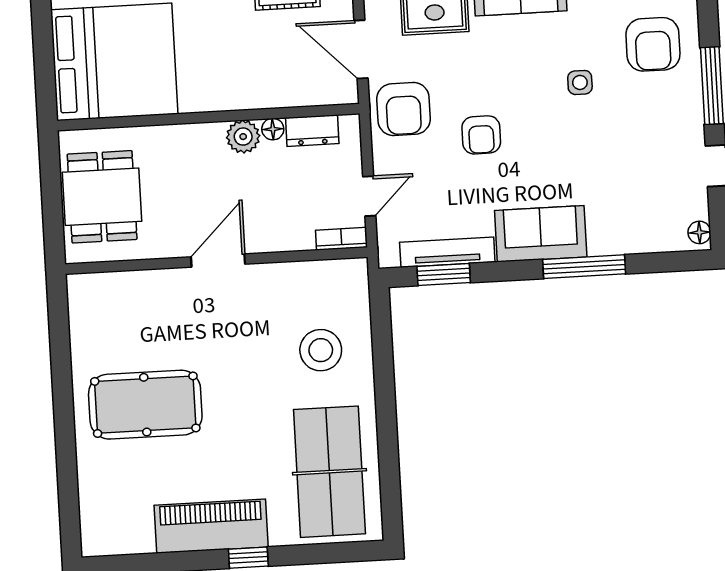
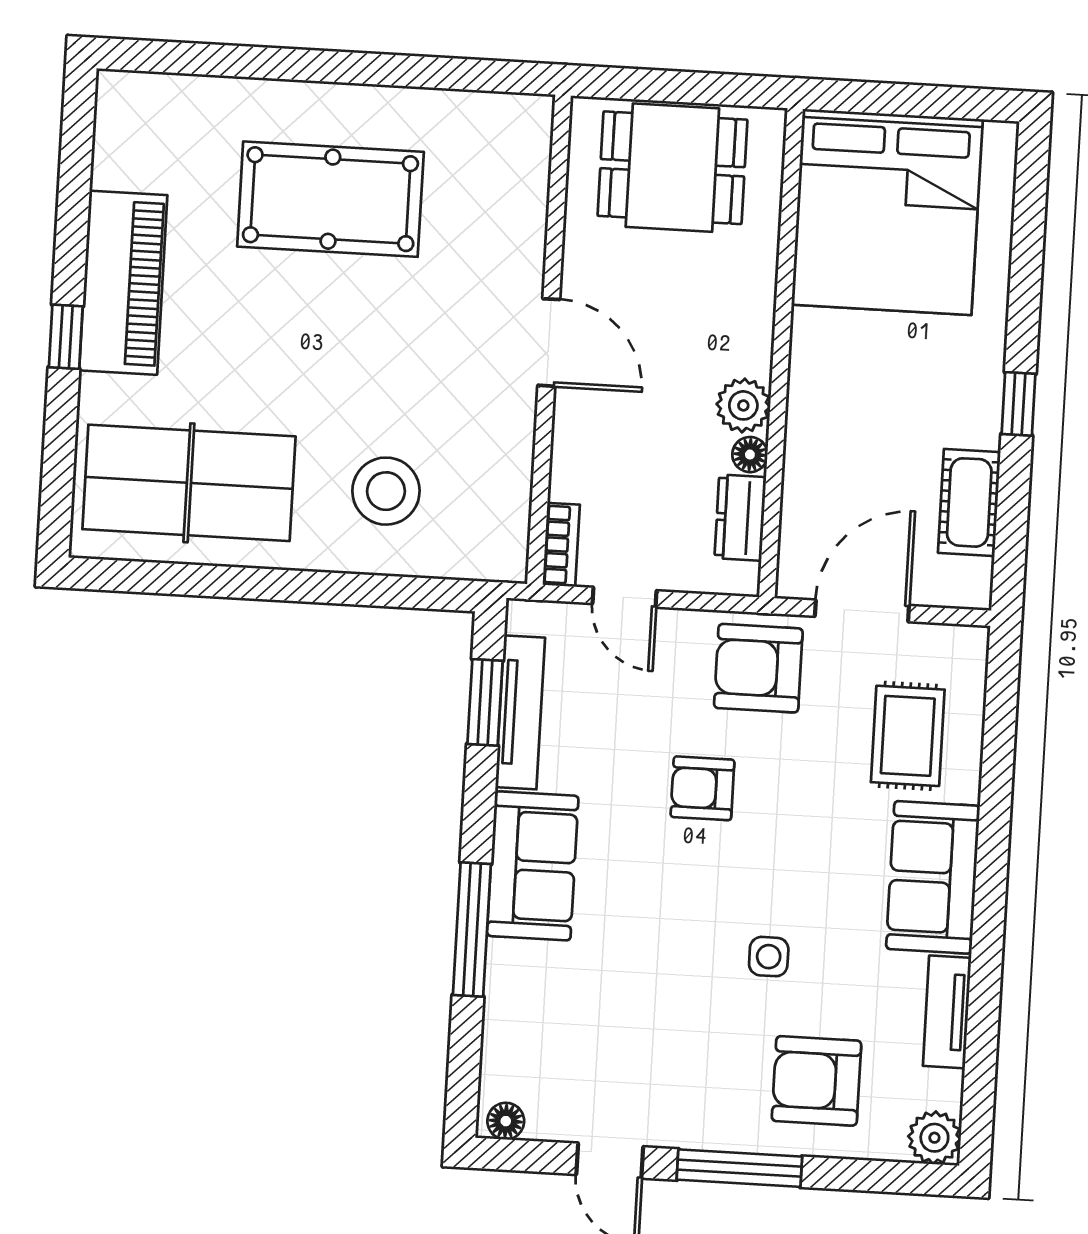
pool table: (145, 405) -> (330, 199), turned 90

